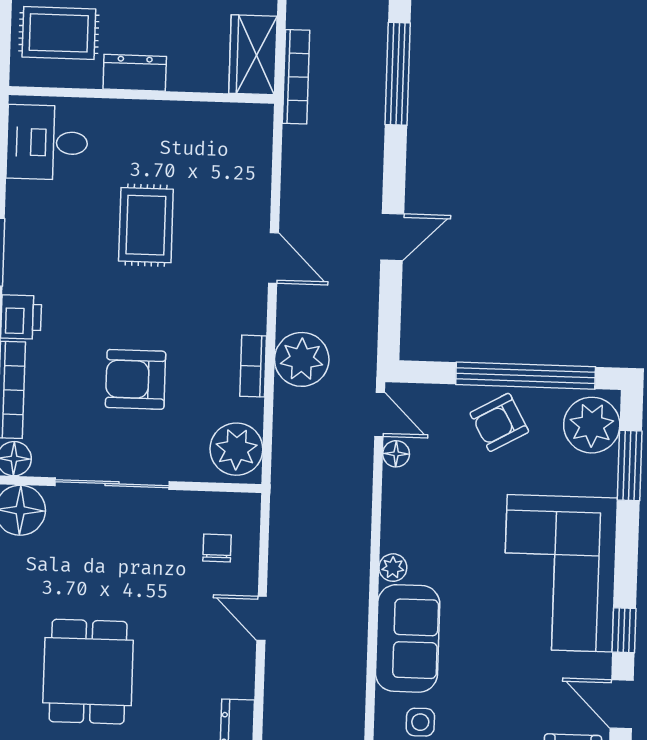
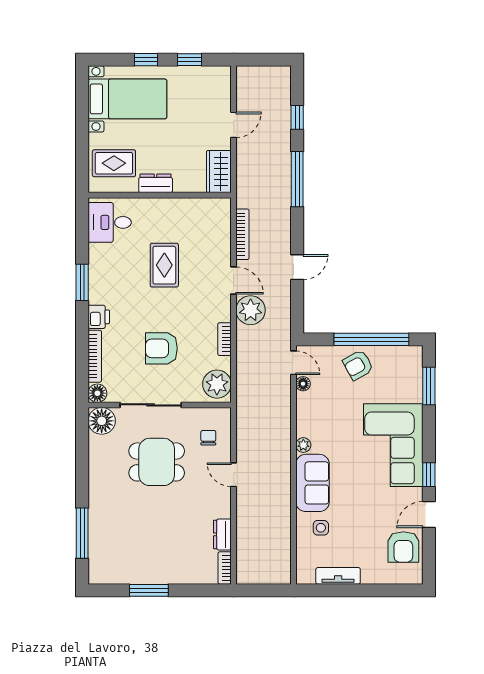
bookcase: (296, 77) -> (242, 234), moved
plant: (302, 359) -> (251, 310), moved
plant: (592, 425) -> (408, 365), removed
dining table: (88, 672) -> (157, 462), moved, turned 90
door: (622, 704) -> (429, 515), hinge flipped

